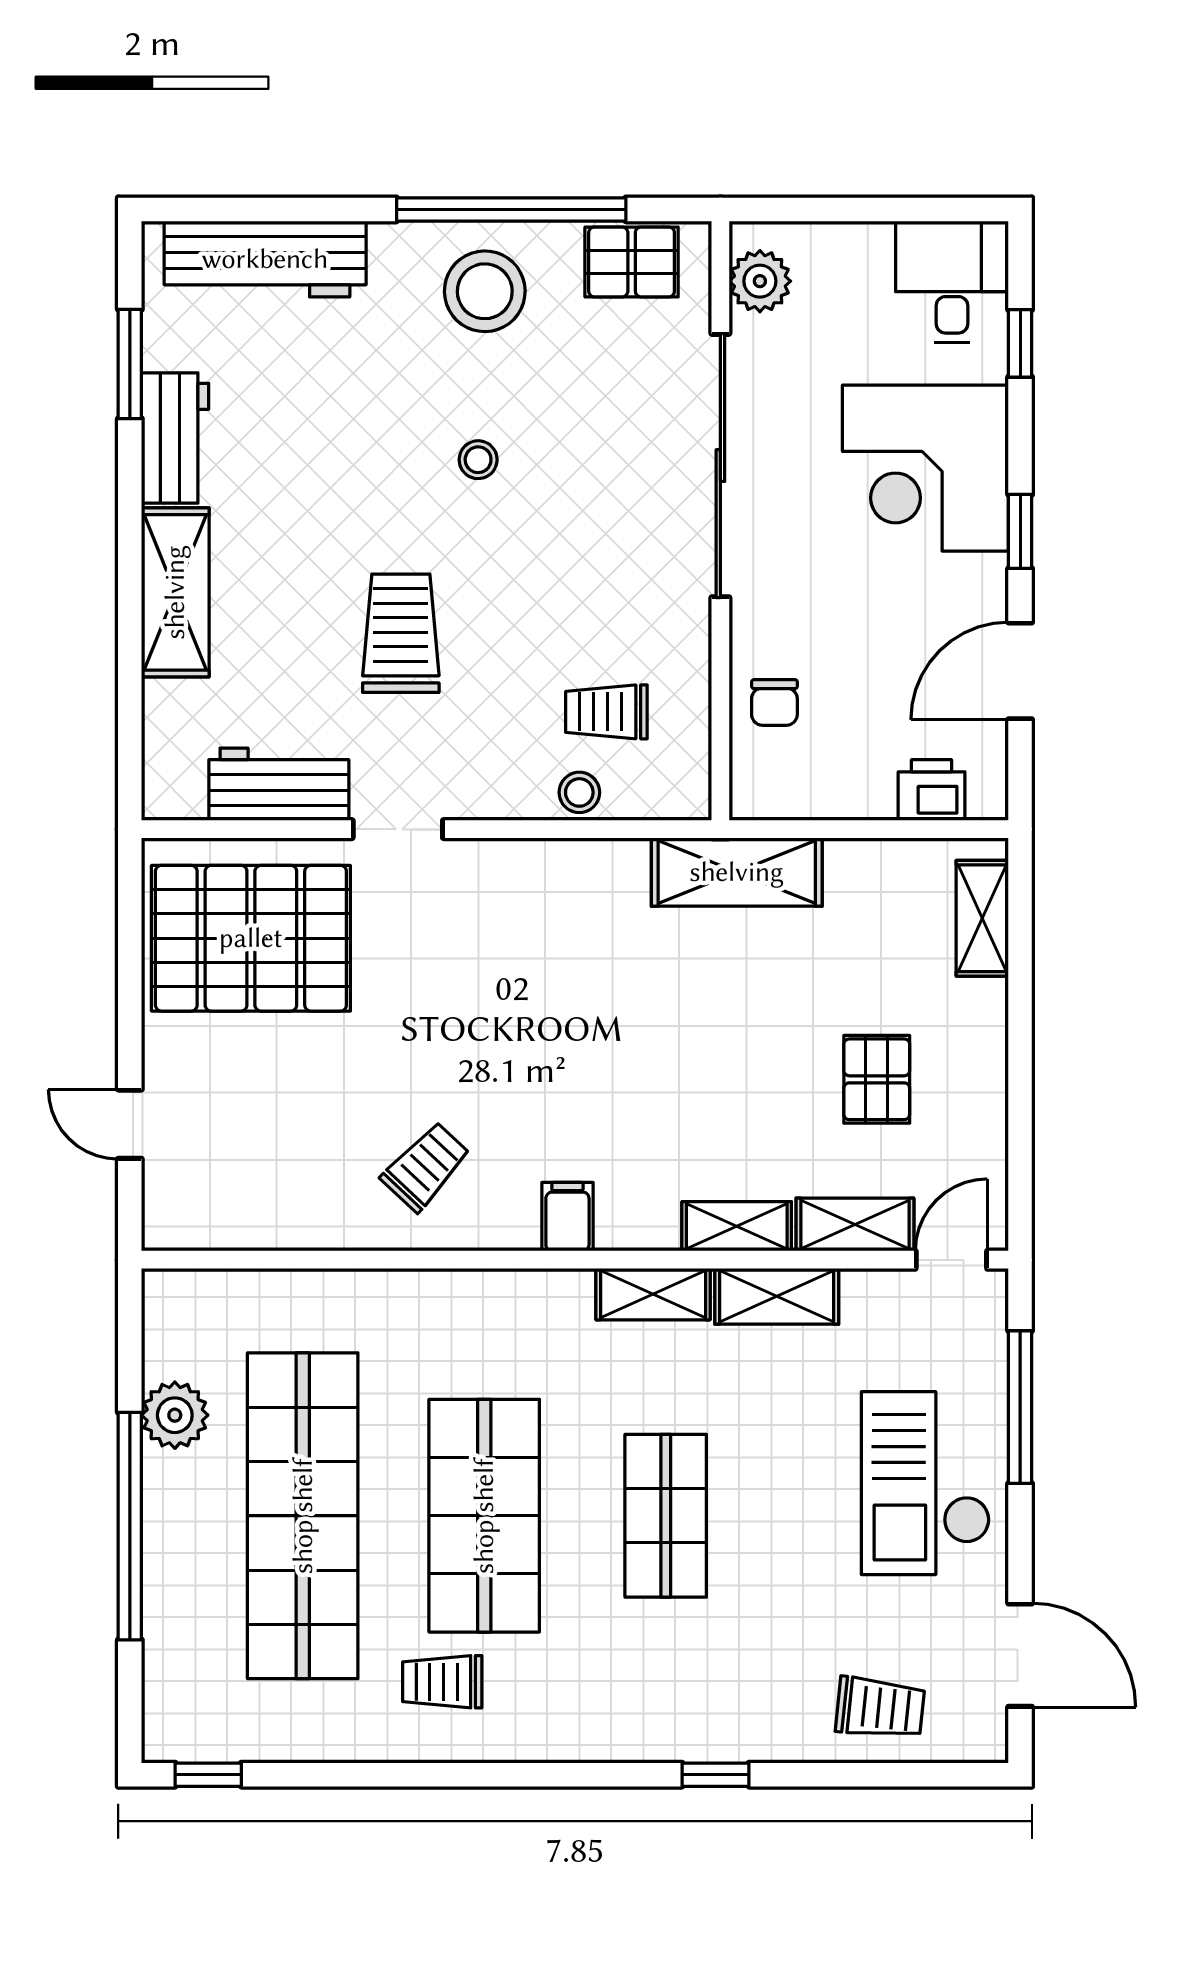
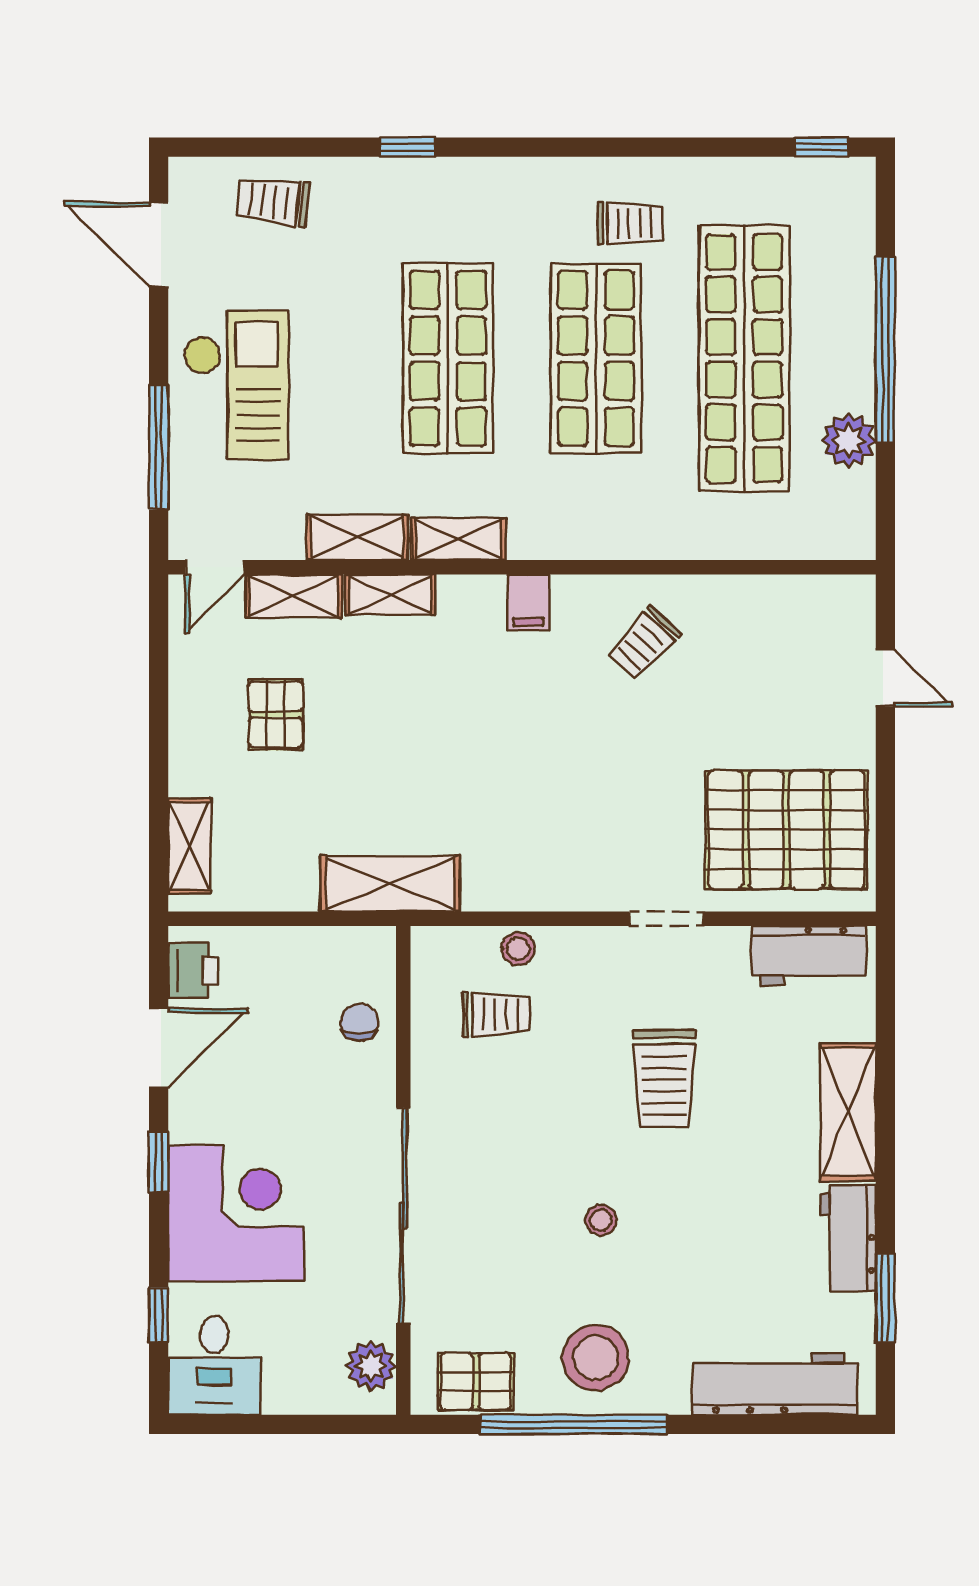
workbench: (279, 784) -> (809, 955), moved
printer: (932, 790) -> (193, 970), moved, turned -90
shop shelf: (666, 1516) -> (448, 358), width x1.43, depth x1.36

